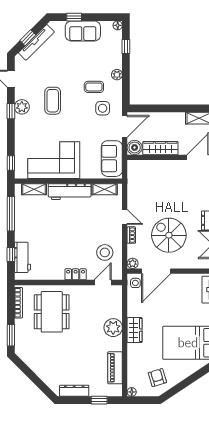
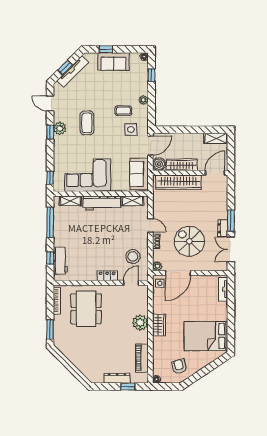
wardrobe: (157, 168) -> (179, 182), added
dresser: (74, 391) -> (117, 378), moved

